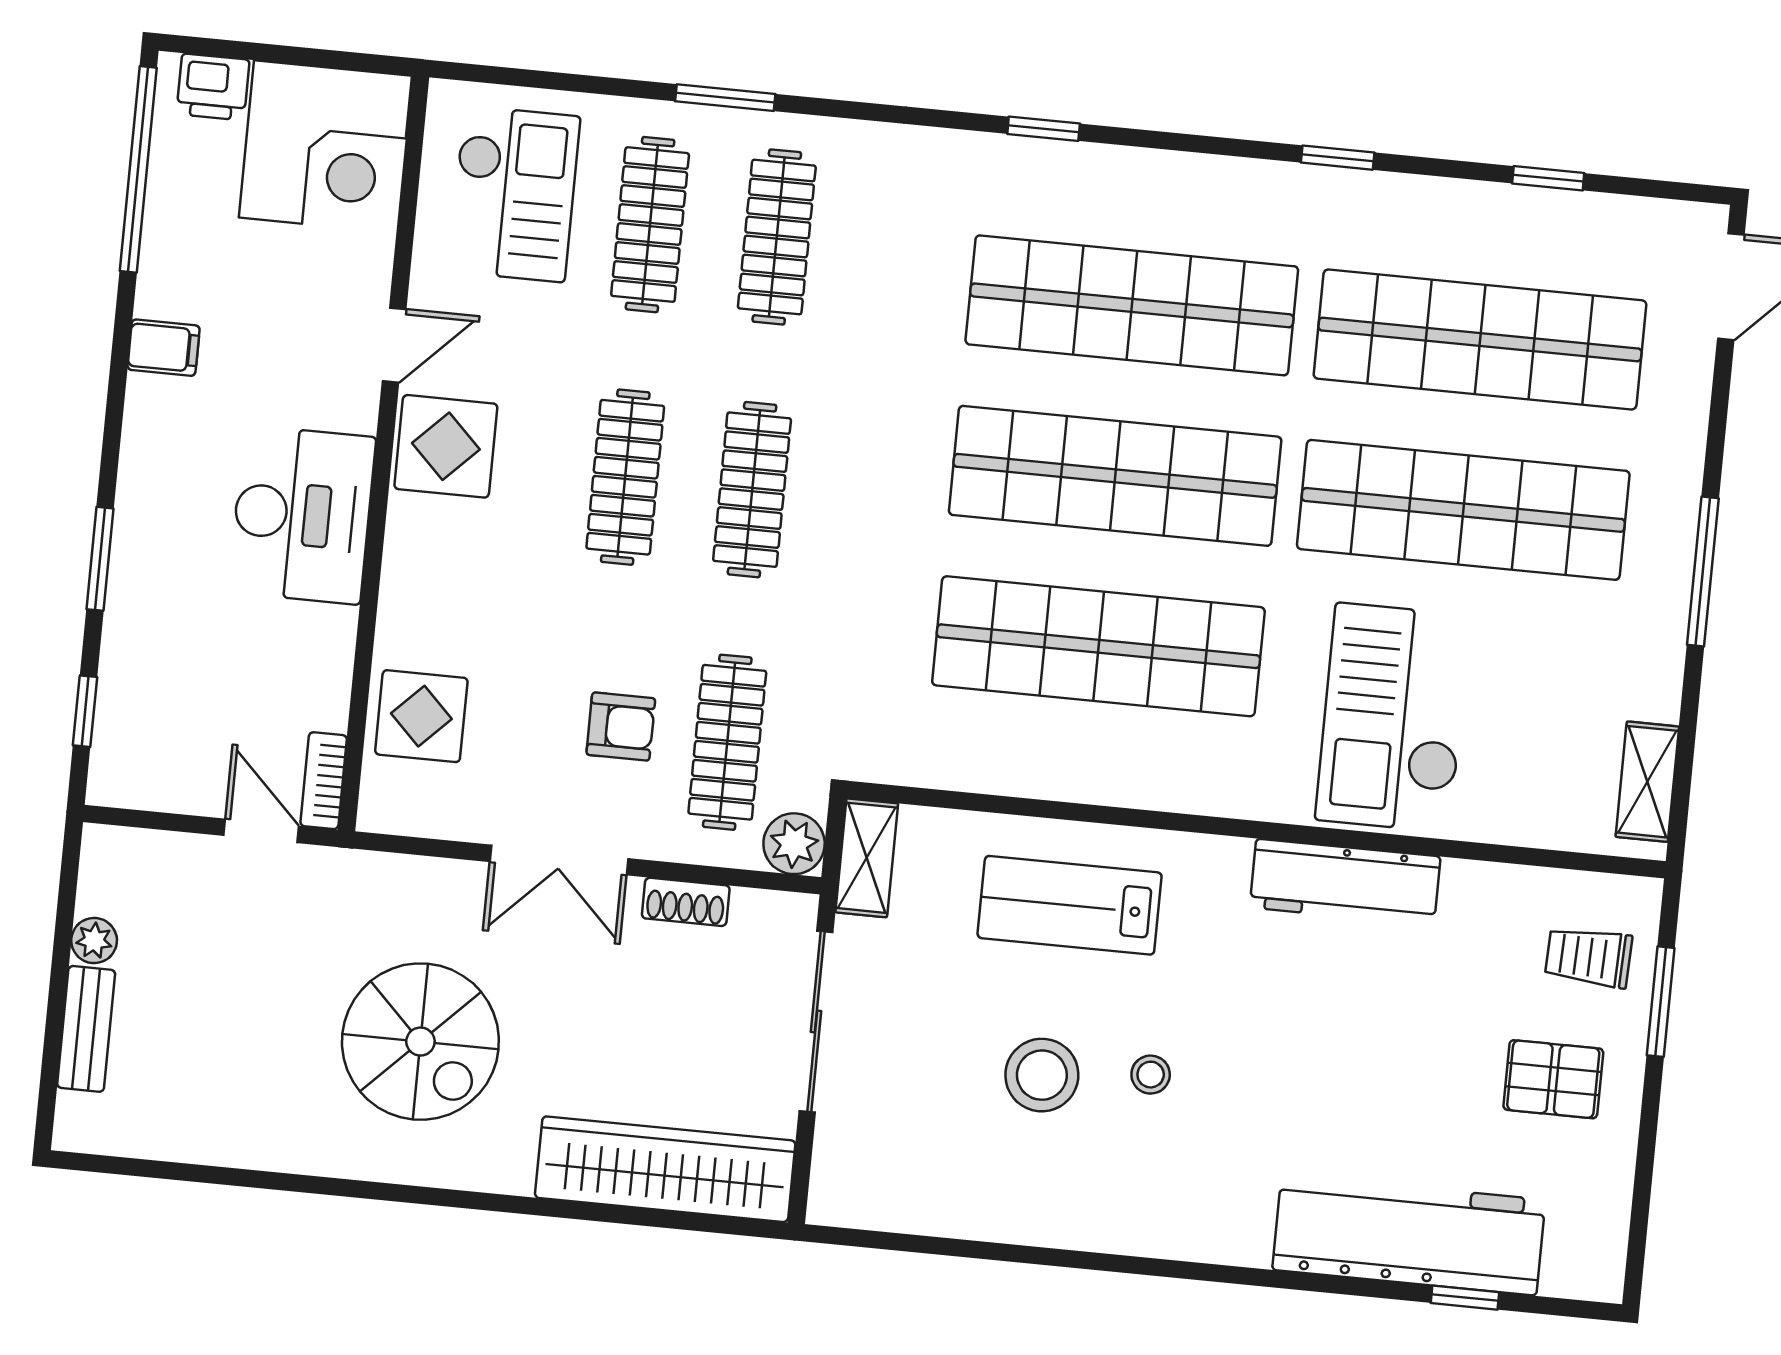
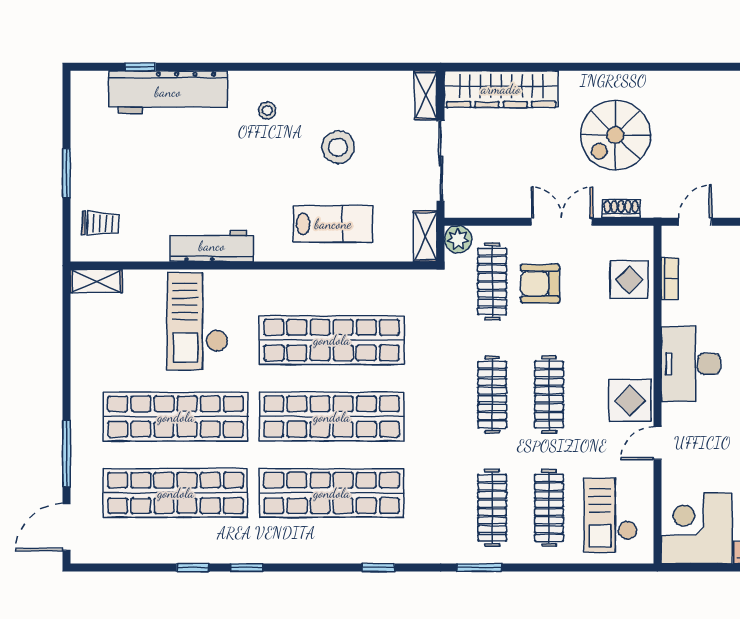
window: (725, 98) -> (479, 567), moved
window: (1548, 178) -> (193, 567), moved
window: (1703, 572) -> (66, 453), moved
checkout: (1393, 718) -> (198, 321), turned 180
armchair: (621, 727) -> (540, 284), width x1.38, depth x1.38
bookcase: (324, 781) -> (670, 279), moved
shelving: (1647, 782) -> (96, 281), moved, turned 90
door: (261, 831) -> (695, 222), swing flipped
shoe rack: (686, 902) -> (621, 209), moved
window: (1661, 1002) -> (66, 173), moved
spiral stairs: (420, 1042) -> (615, 135), turned -90
stool: (1151, 1075) -> (267, 110), moved
pallet: (1553, 1079) -> (111, 168), removed
shelving: (835, 1172) -> (426, 95), added

